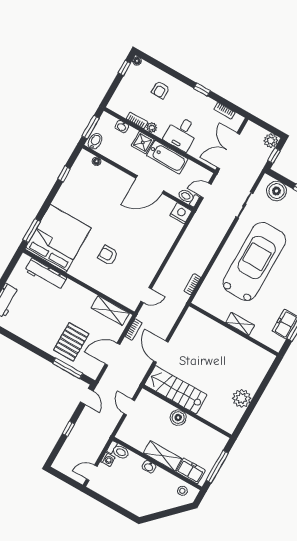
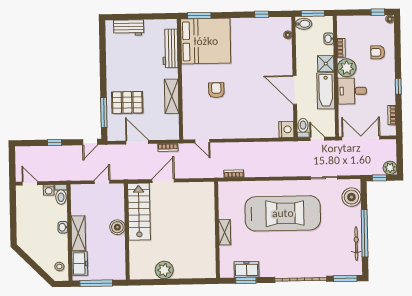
plant: (152, 128) -> (347, 68), width x1.88, depth x1.88
shelving: (110, 311) -> (172, 96), moved

